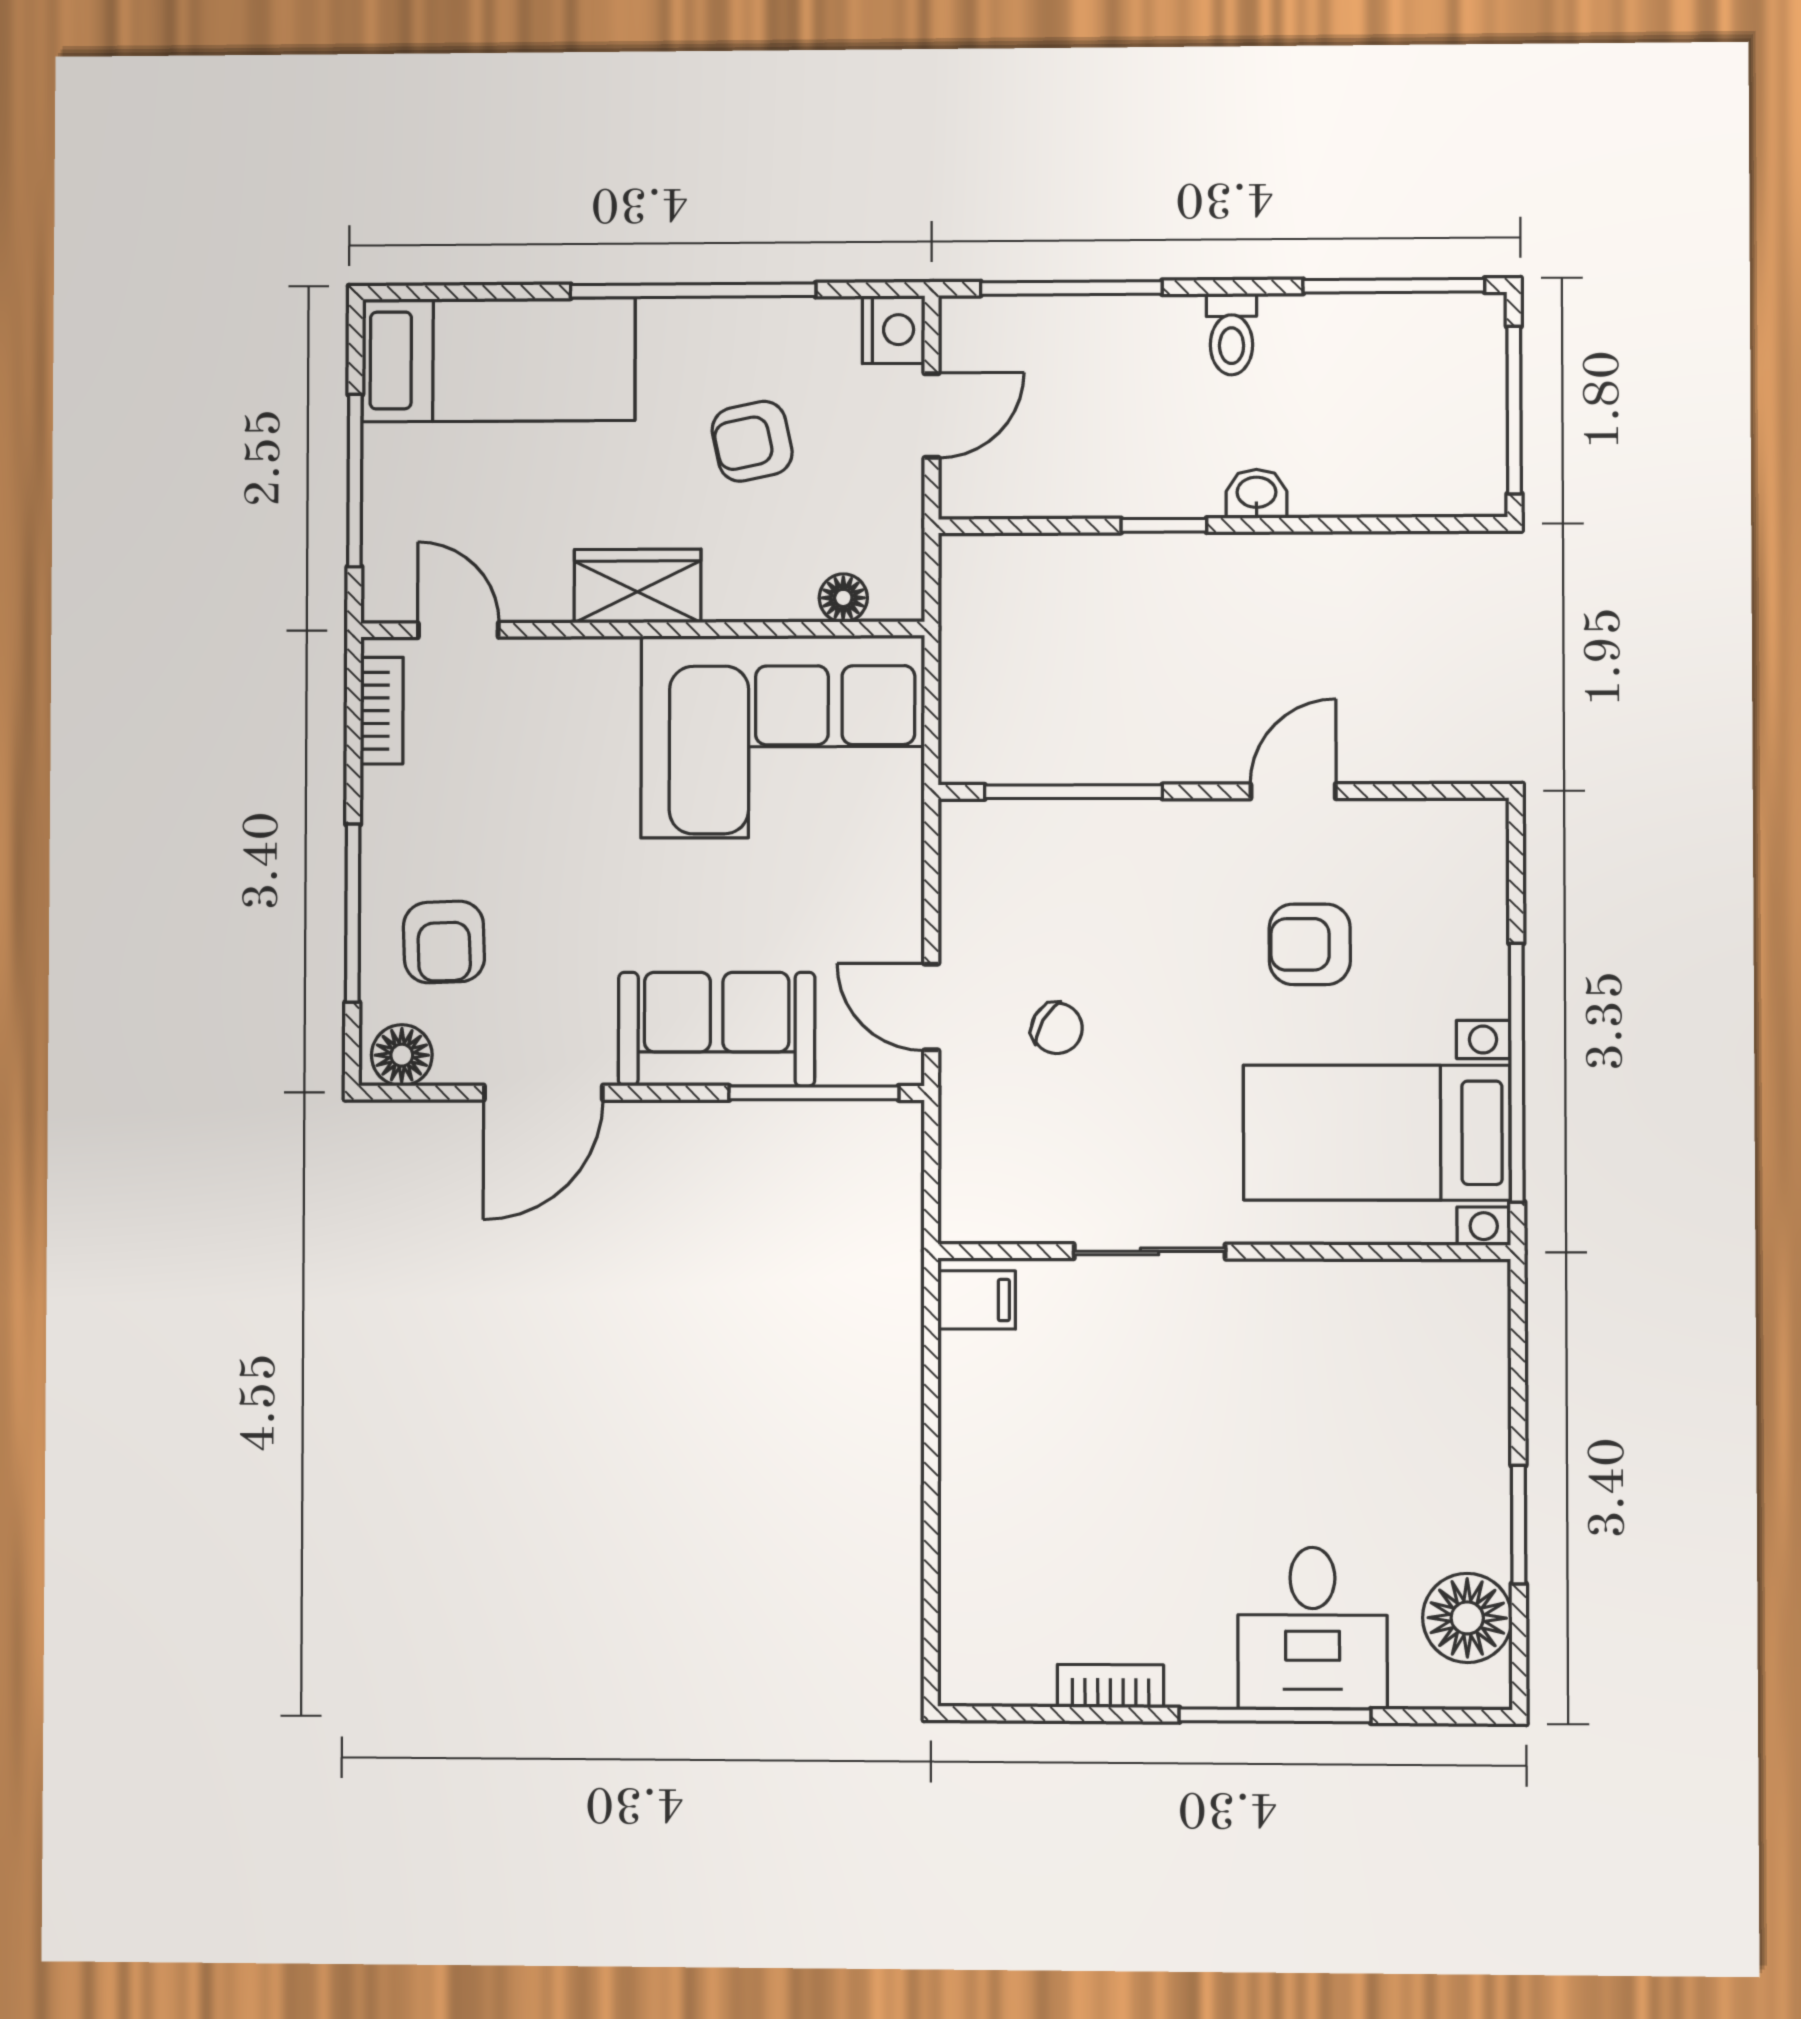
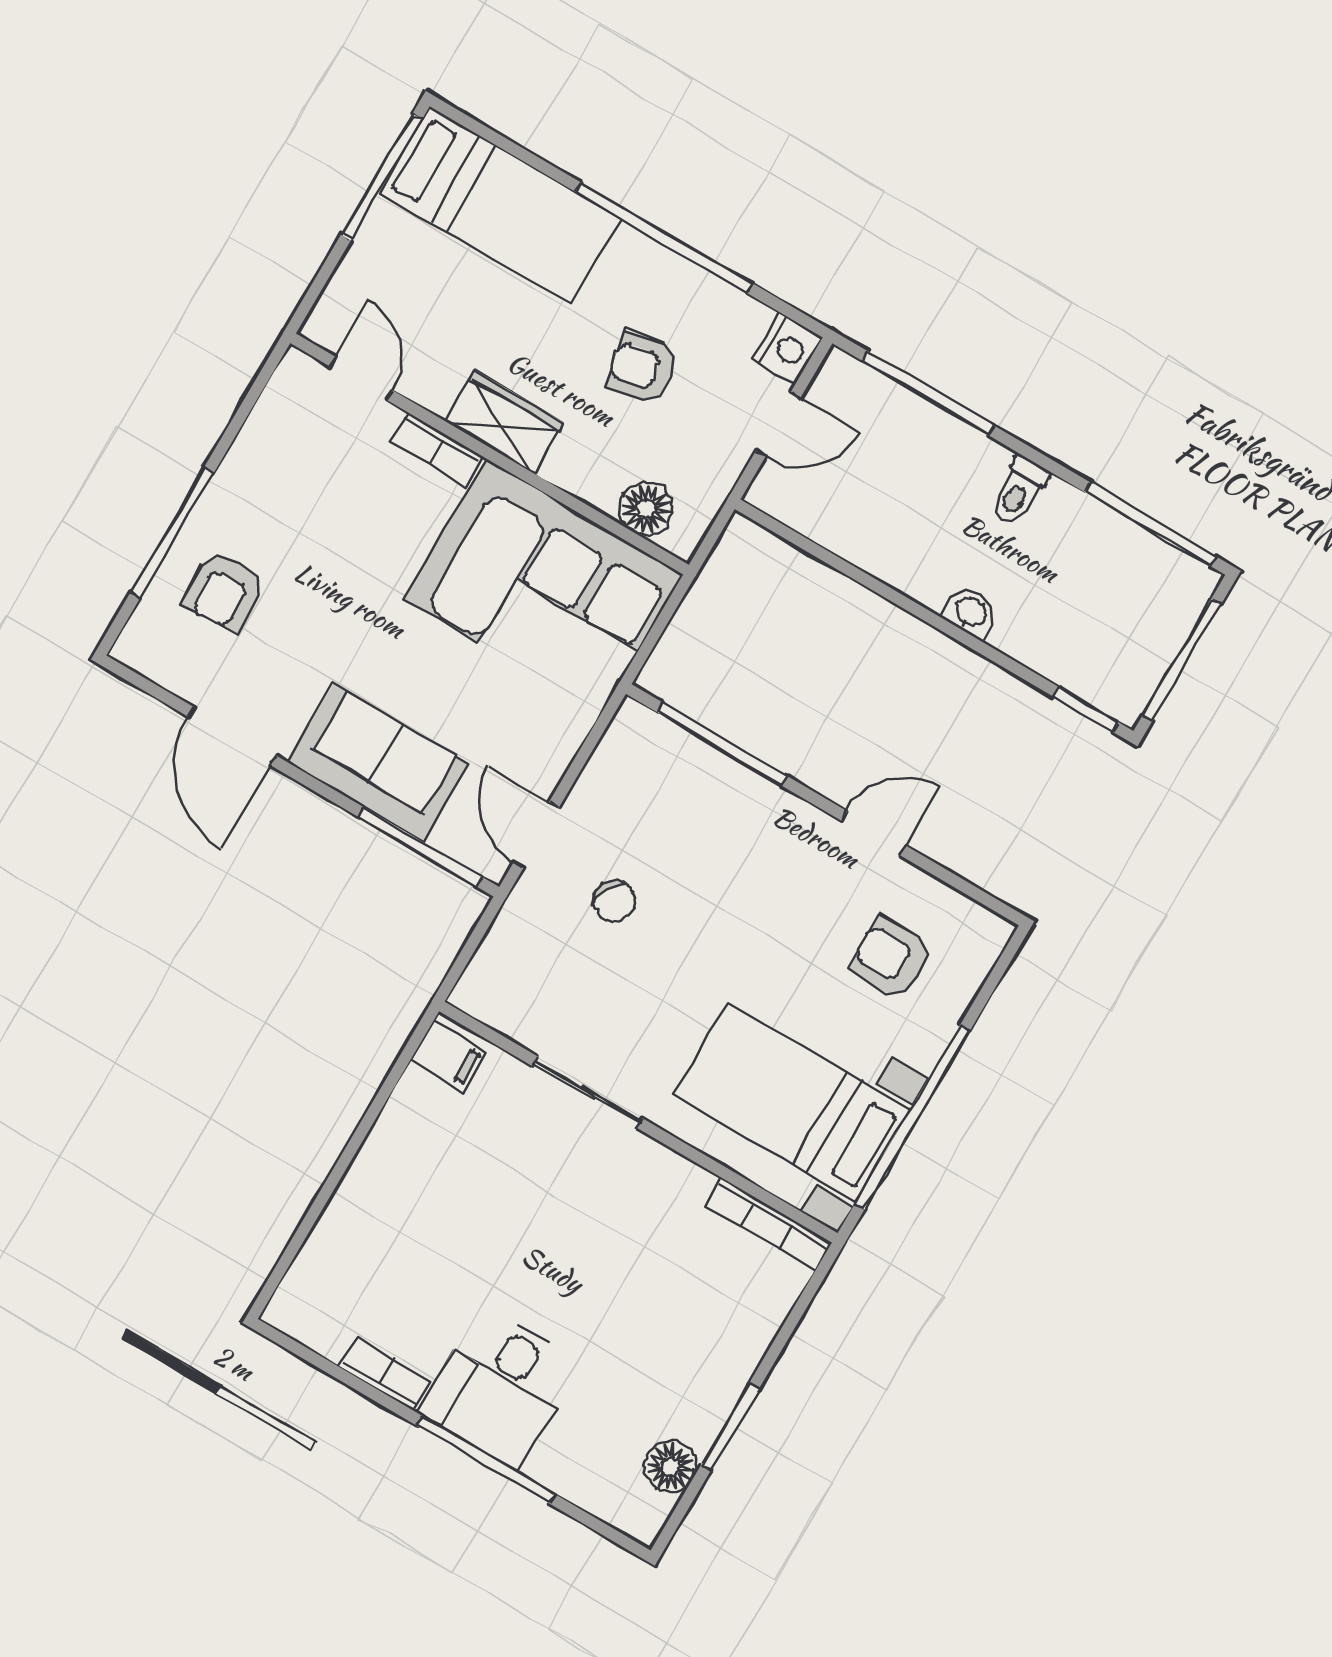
window: (355, 481) -> (381, 177), moved
window: (1164, 525) -> (1086, 709), moved
floor lamp: (843, 598) -> (646, 509), width x1.37, depth x1.37
bookcase: (382, 711) -> (437, 449), moved, turned 90
armchair: (1310, 944) -> (891, 958), moved
floor lamp: (402, 1055) -> (149, 652), removed
door: (543, 1093) -> (232, 736), hinge flipped
bookcase: (1429, 1280) -> (768, 1224), added
floor lamp: (1467, 1618) -> (670, 1467), width x0.73, depth x0.73
desk: (1313, 1628) -> (500, 1388), moved

